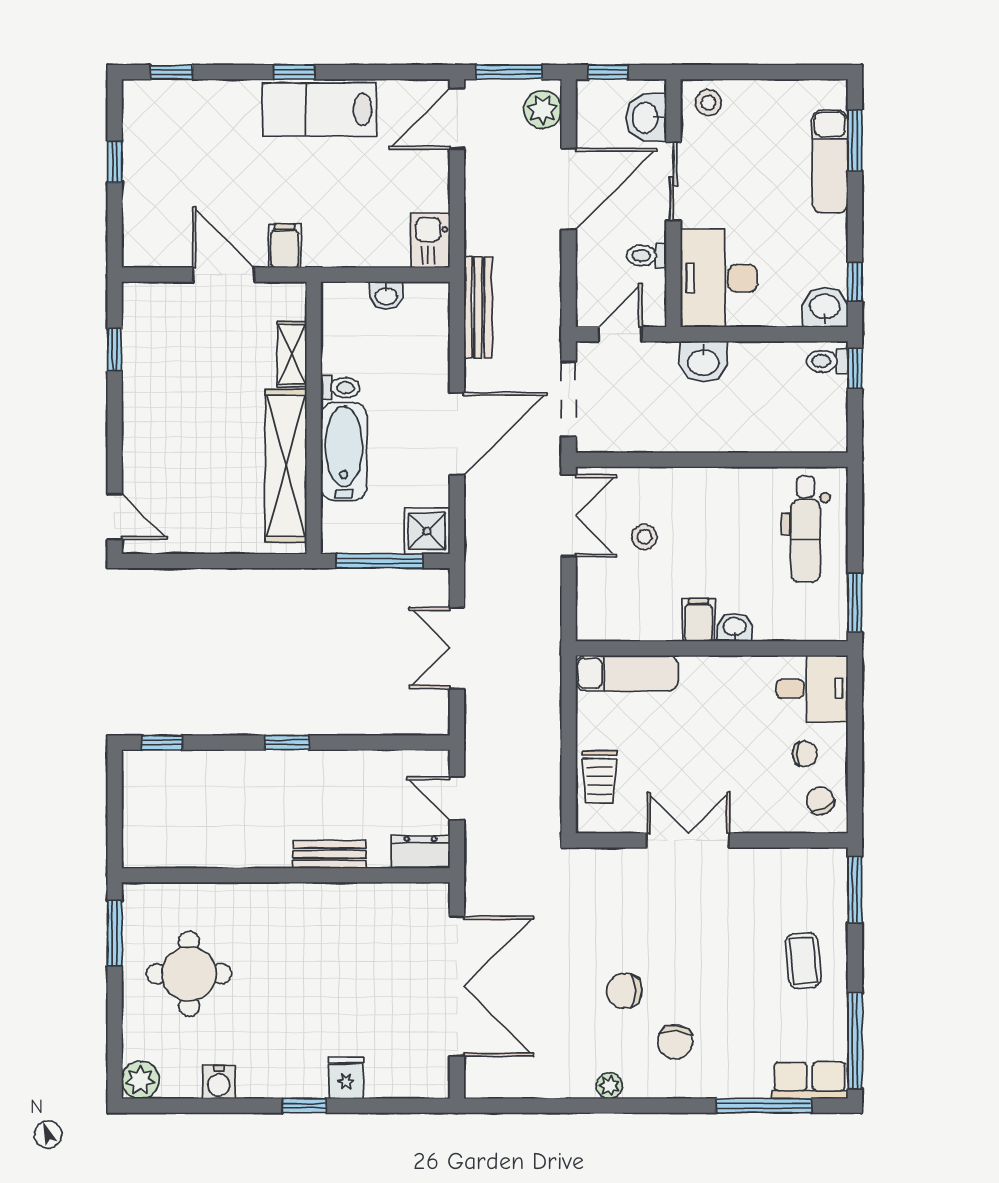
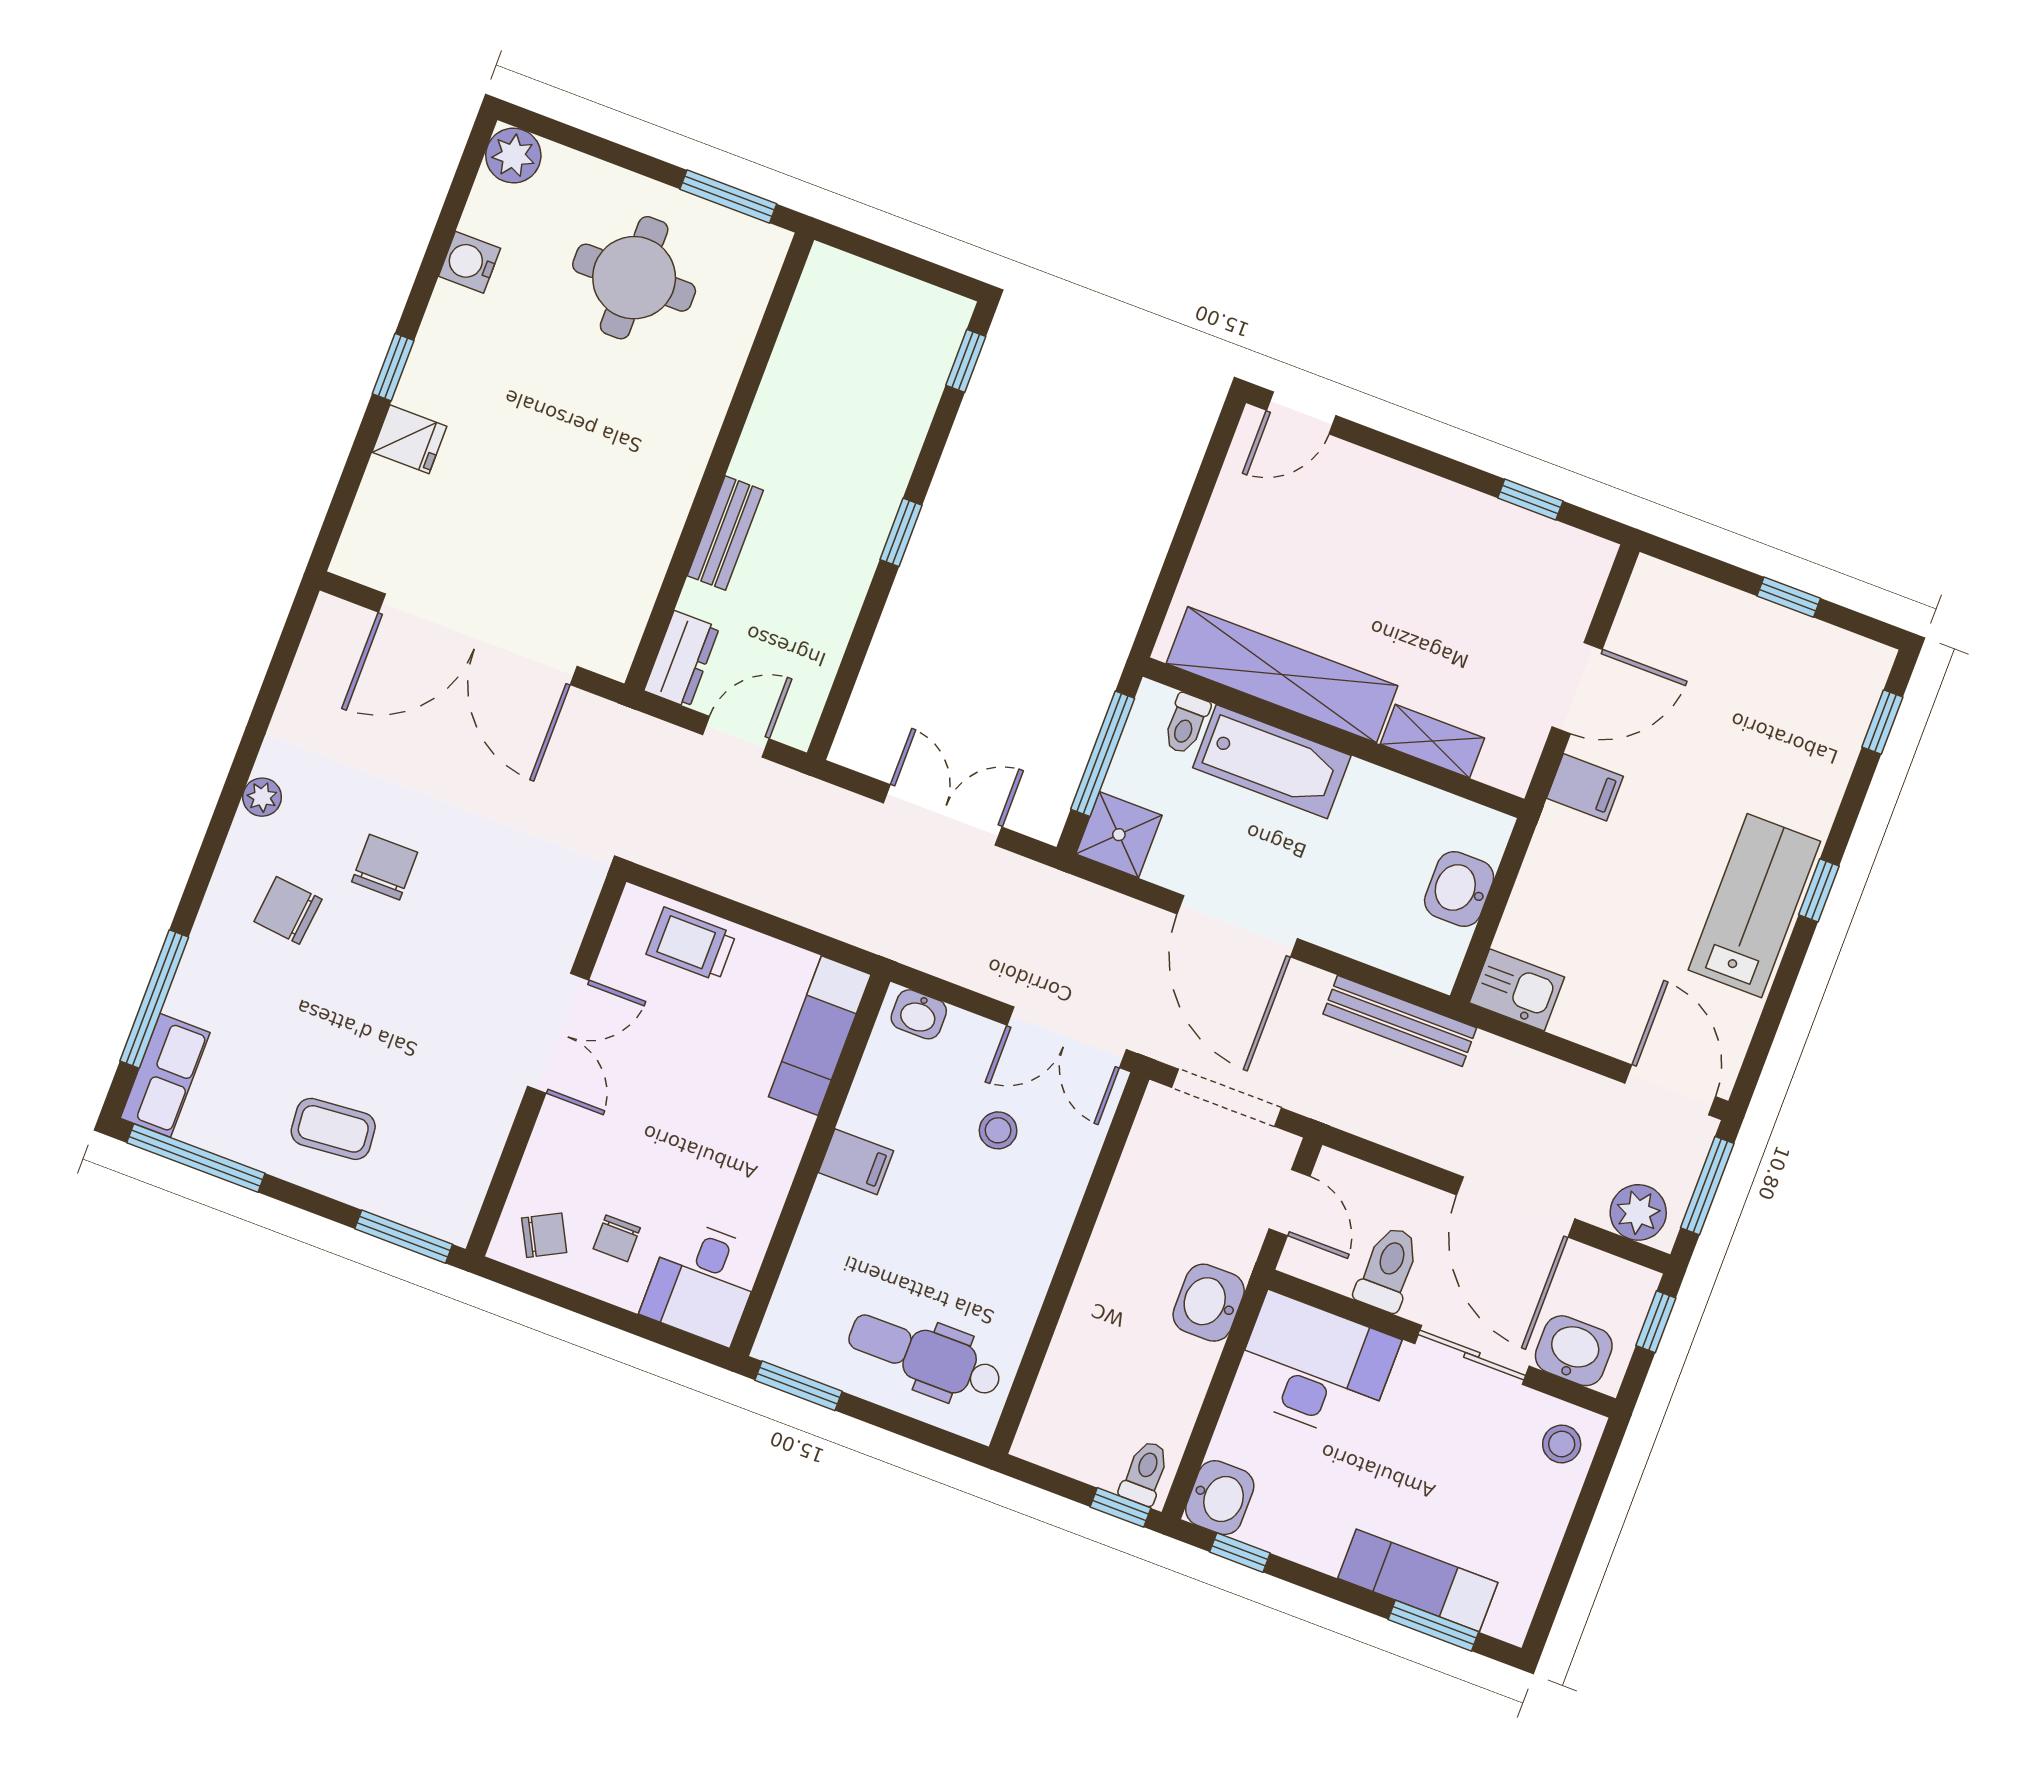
toilet: (647, 255) -> (1388, 1269), width x1.37, depth x1.39
washbasin: (386, 295) -> (1459, 889), width x1.38, depth x1.45
toilet: (340, 388) -> (1186, 724), moved
washbasin: (735, 627) -> (919, 1014), moved, turned 90

